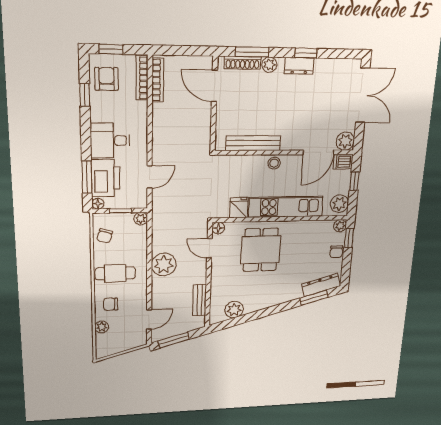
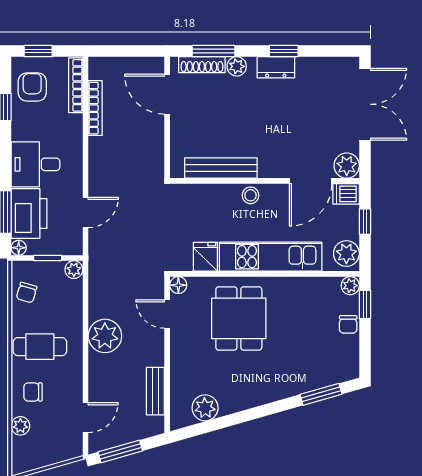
bookcase: (158, 80) -> (95, 108), moved
dresser: (321, 285) -> (330, 375), removed

